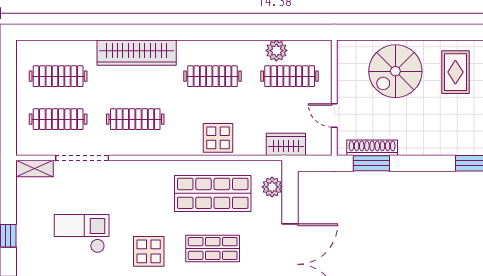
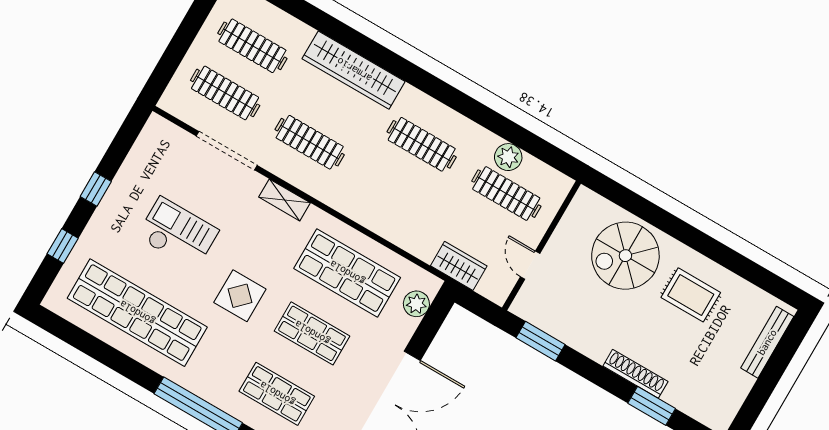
rug: (455, 72) -> (691, 295), turned 90
display table: (218, 138) -> (388, 215), removed
shoe rack: (372, 148) -> (635, 374), moved
shelving: (35, 169) -> (284, 200), moved

